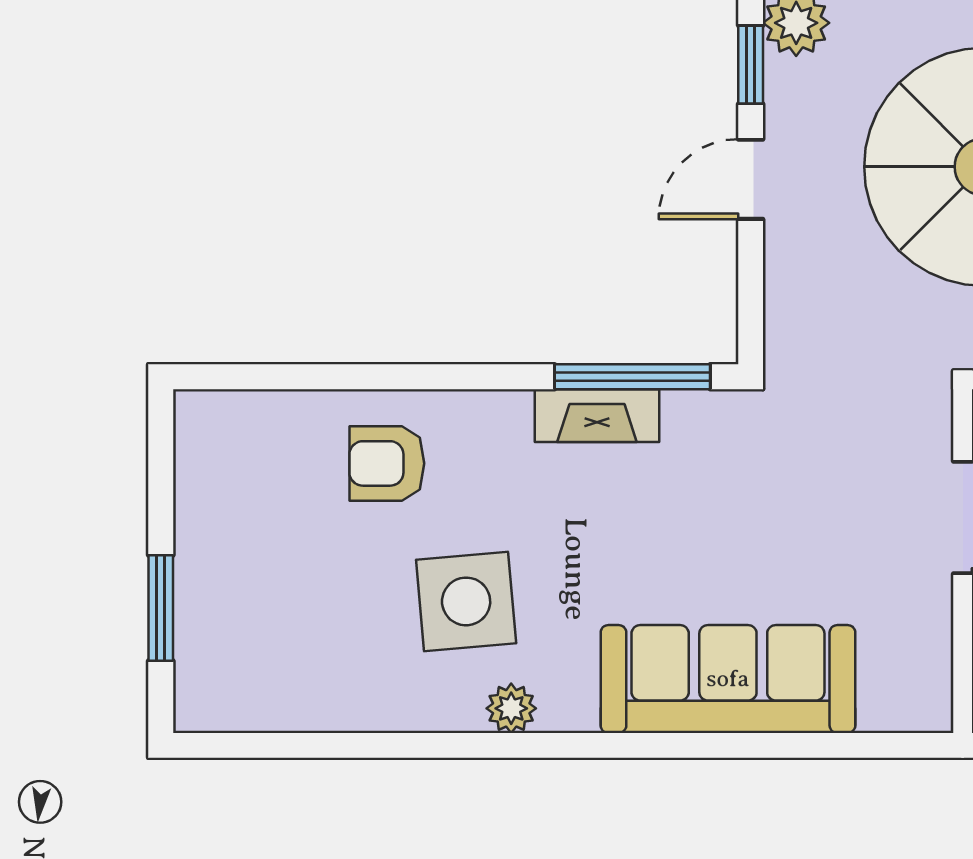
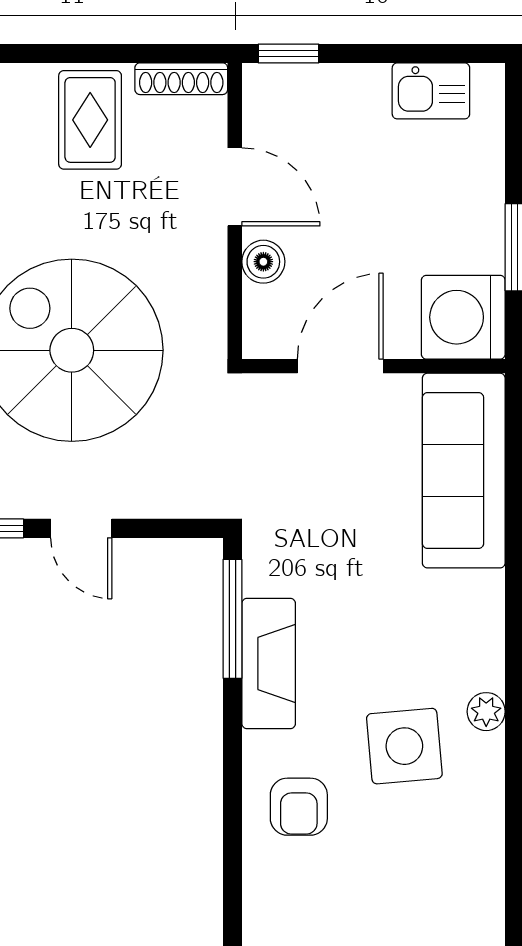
fireplace: (597, 416) -> (269, 663), width x1.37, depth x1.32
sofa: (728, 679) -> (464, 471), moved

